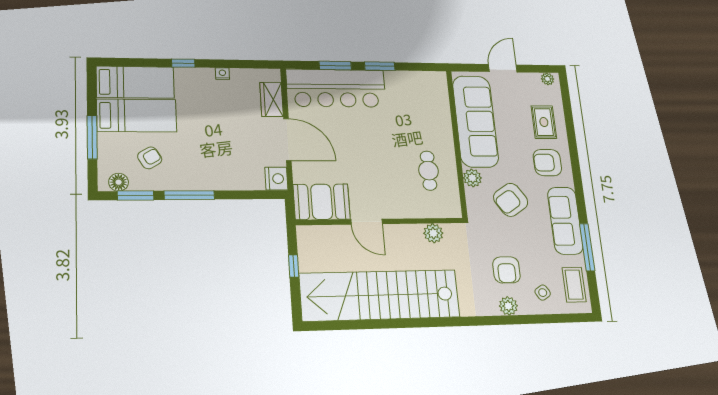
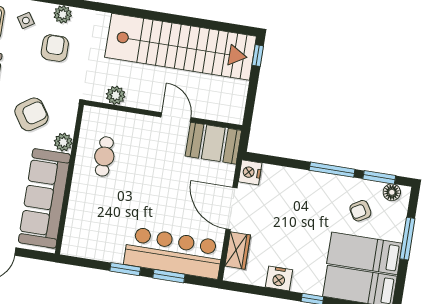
nightstand: (222, 74) -> (279, 278), width x1.89, depth x1.79
window: (294, 266) -> (258, 56), moved

